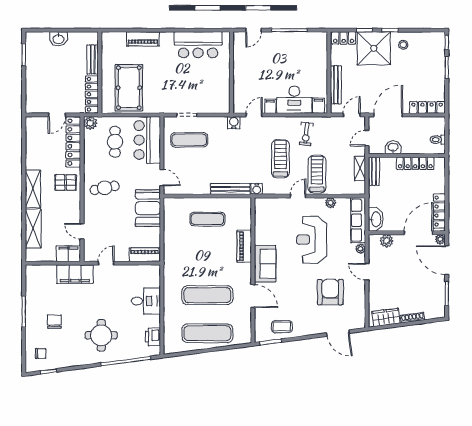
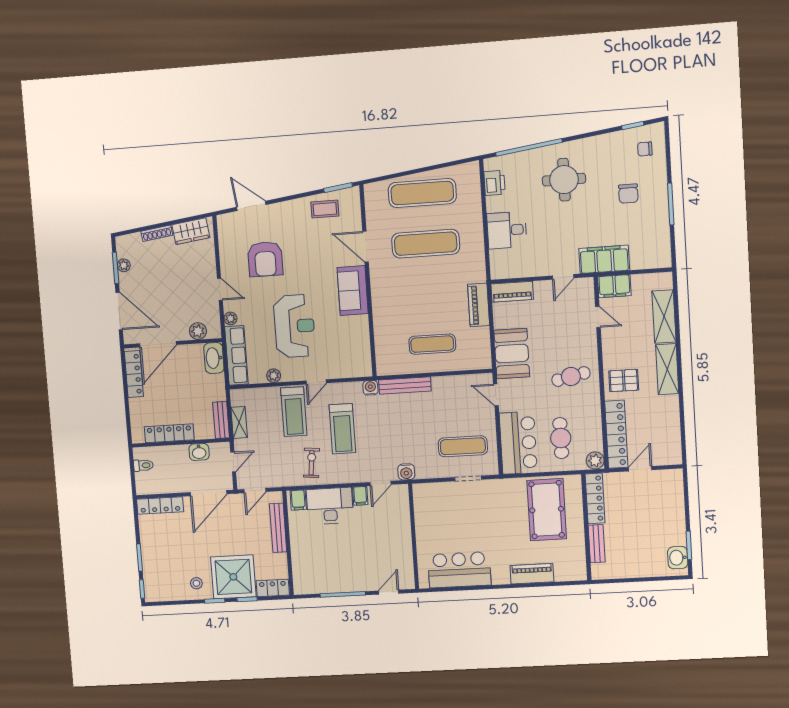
washbasin: (58, 39) -> (678, 558), moved, turned -90
plant: (440, 239) -> (124, 265), moved
piano: (244, 246) -> (479, 305), moved, turned 180

